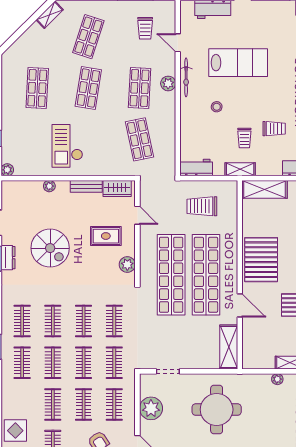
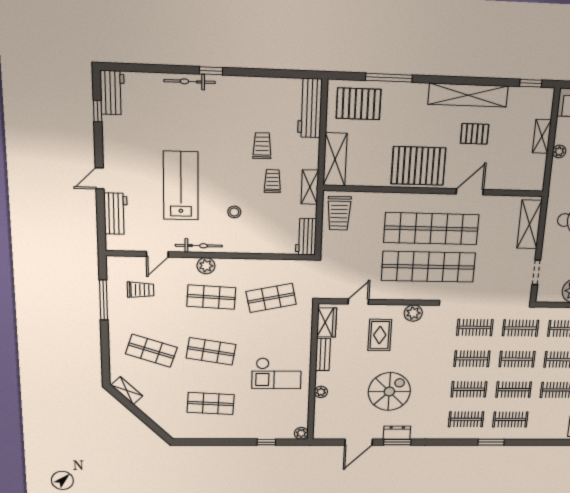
trolley: (244, 138) -> (272, 181), turned -90
trolley: (202, 206) -> (339, 213), moved
shelving: (229, 347) -> (529, 224), moved, turned 90

